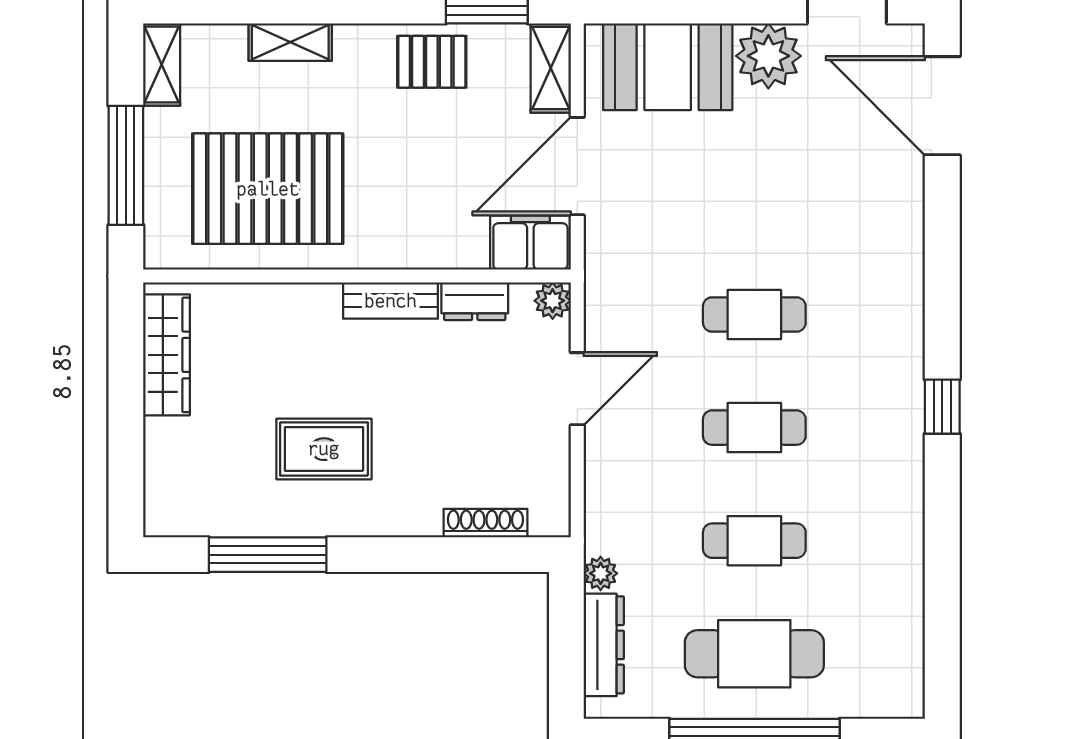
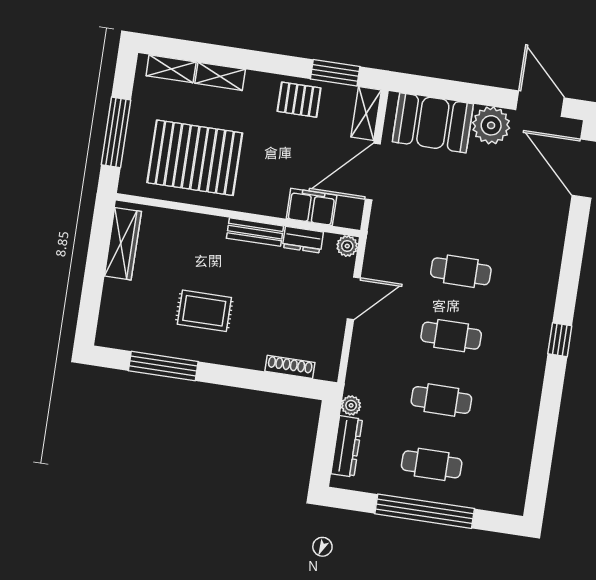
shelving: (162, 64) -> (171, 69), moved, turned 90
filing cabinet: (530, 243) -> (312, 207), moved
cafe table: (754, 654) -> (432, 464), width x0.73, depth x0.74

